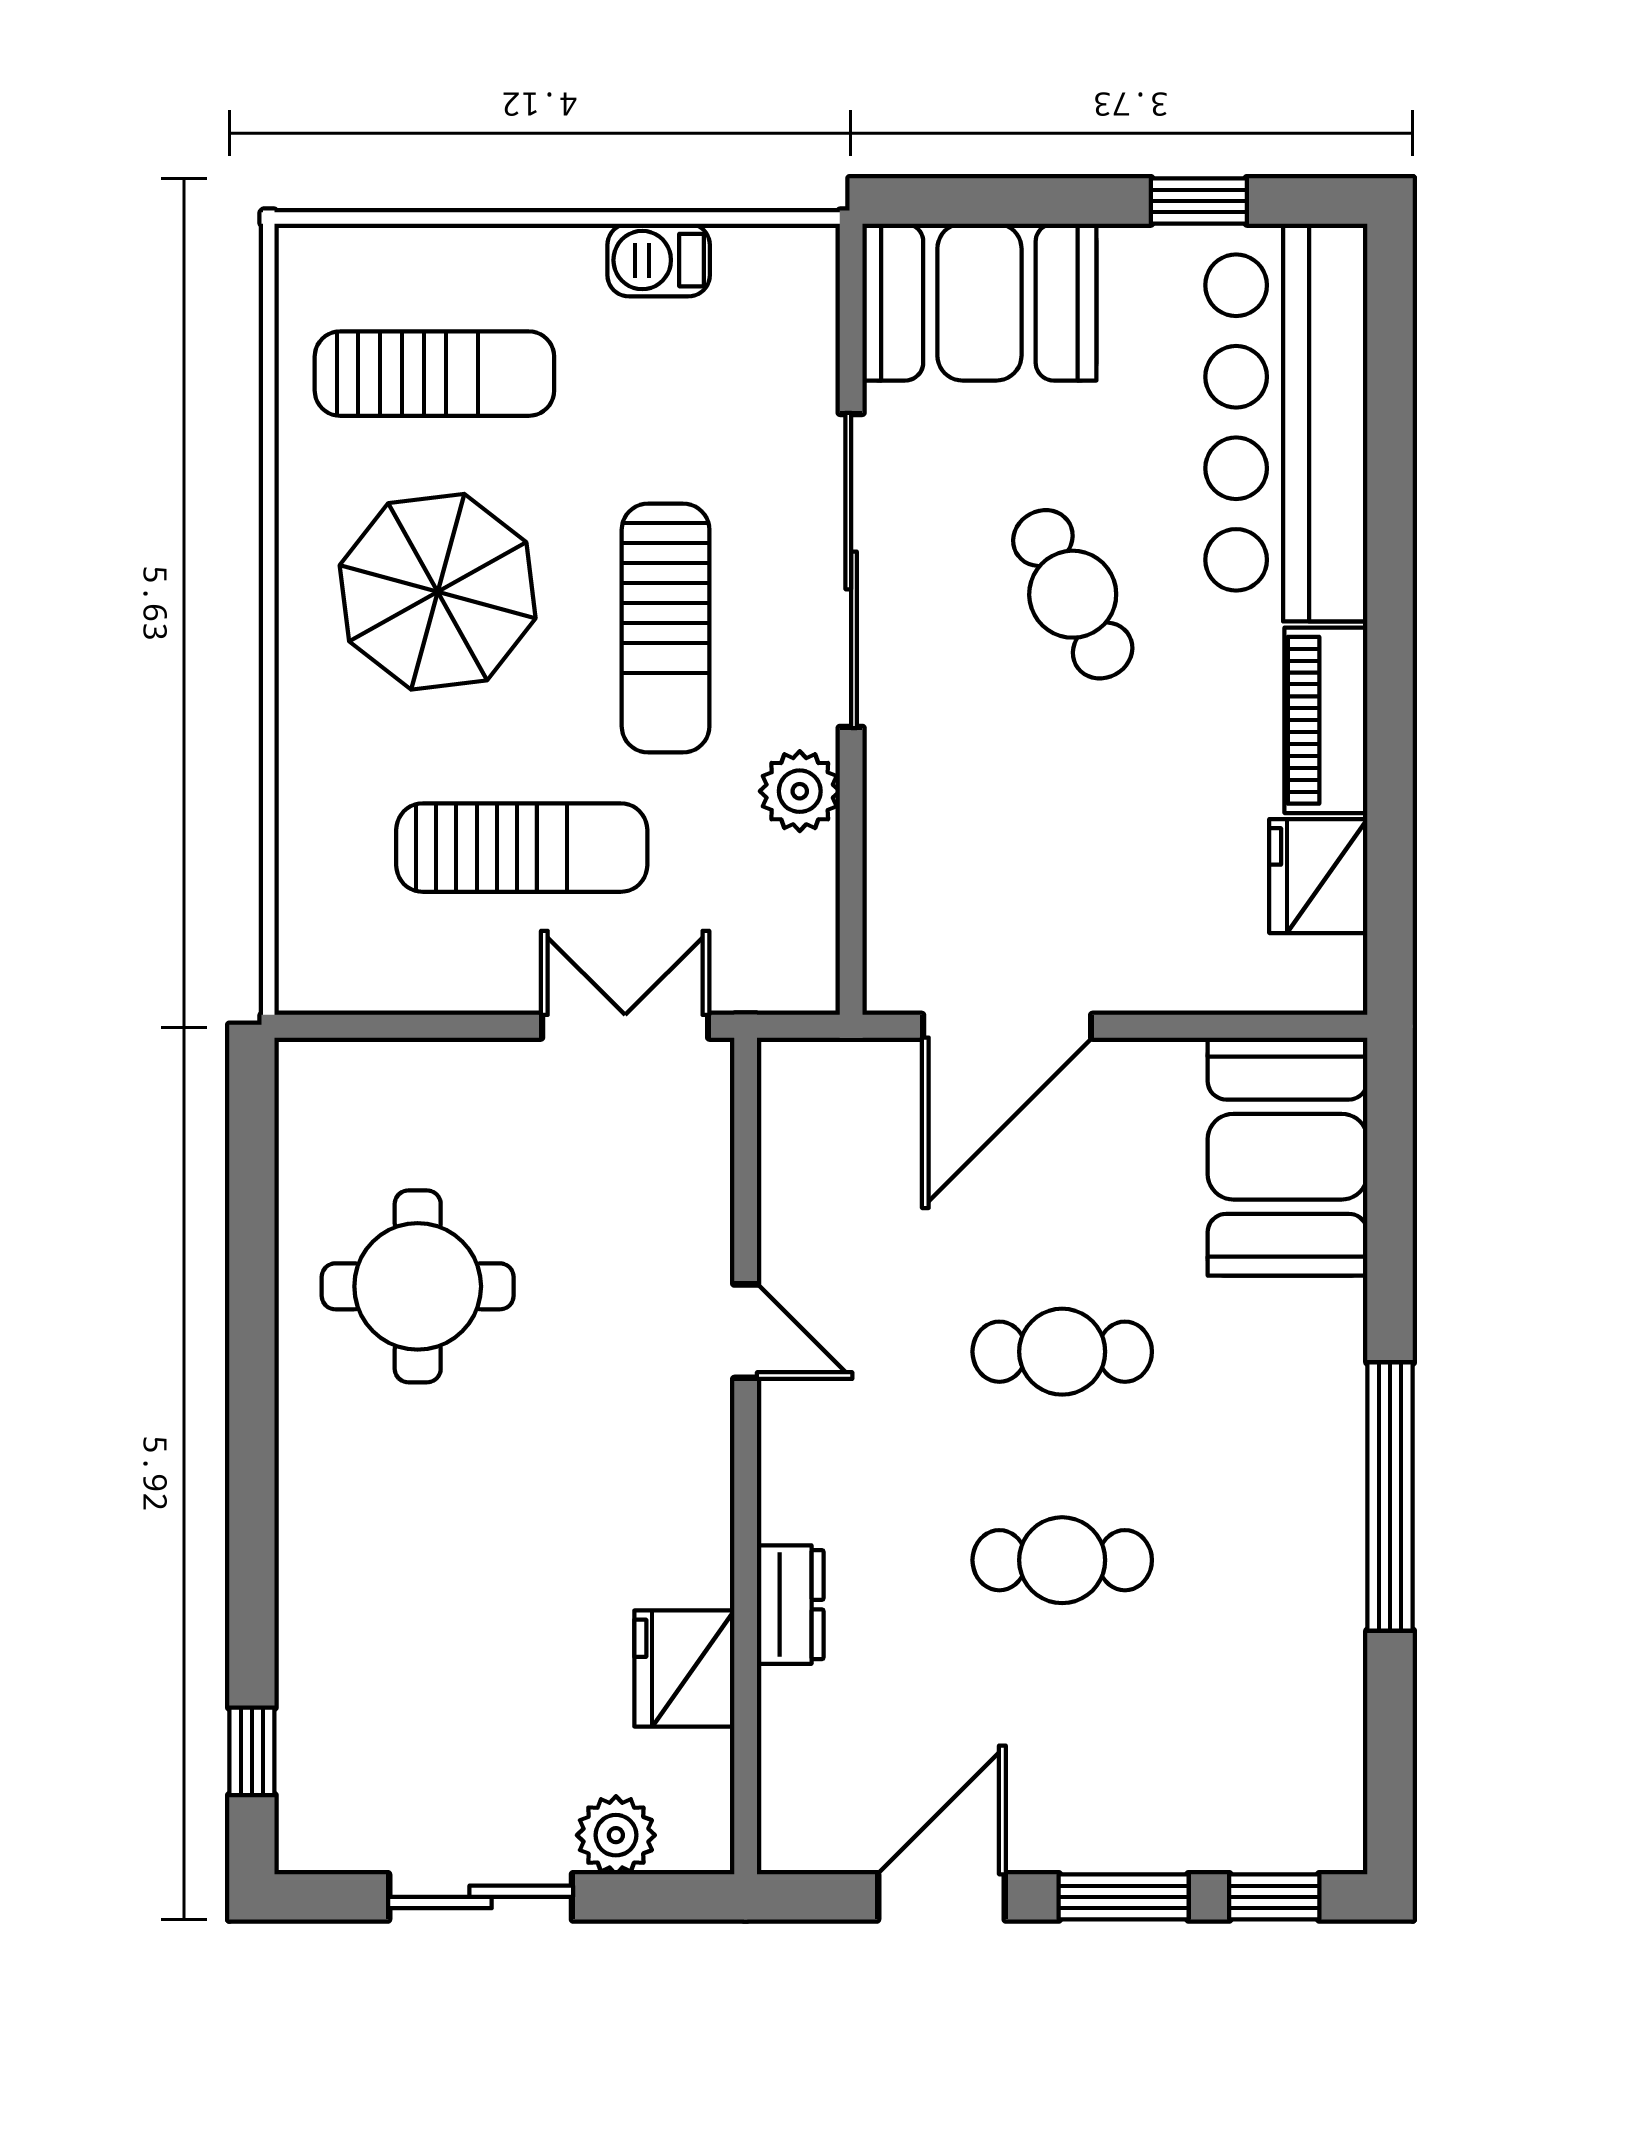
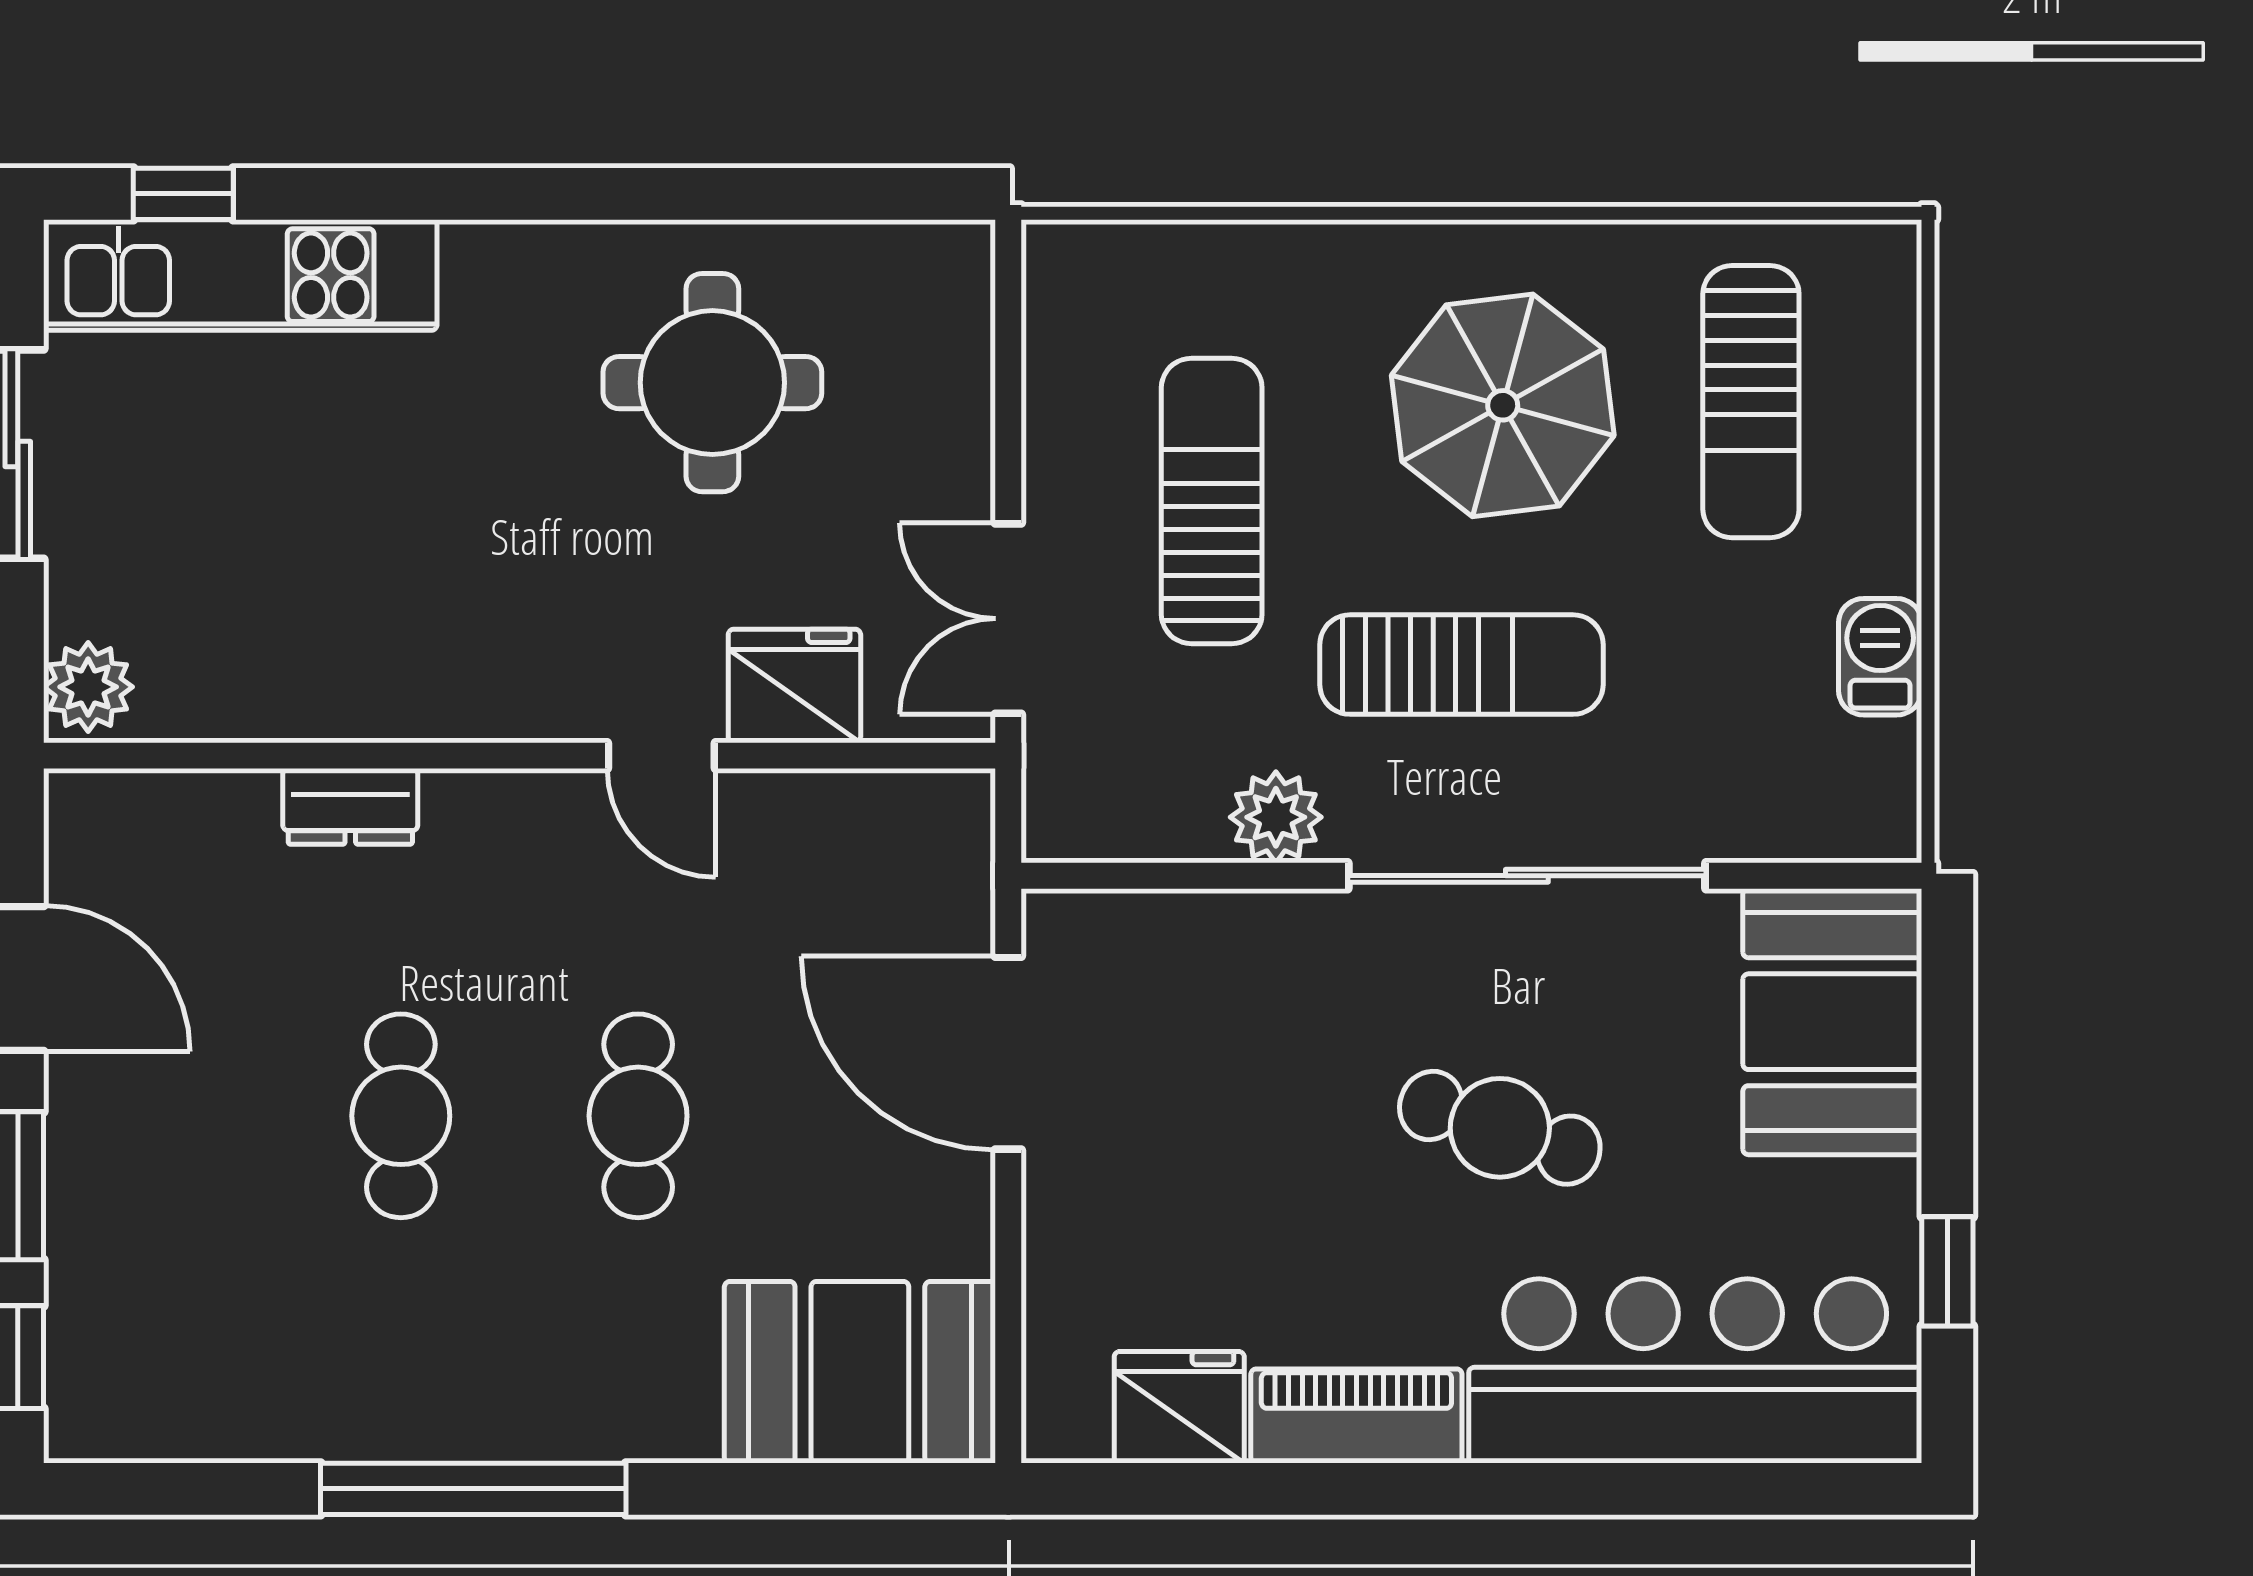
cafe table: (1073, 594) -> (1500, 1128), turned 46
sun lounger: (666, 628) -> (1461, 665), turned 180
sun lounger: (522, 848) -> (1212, 501), turned 180
double door: (625, 1026) -> (1008, 619), swing flipped
door: (746, 1331) -> (661, 756), hinge flipped
fridge: (684, 1668) -> (794, 686), moved
kitchen unit: (323, 1701) -> (240, 275), added
plant: (616, 1835) -> (88, 687), moved

